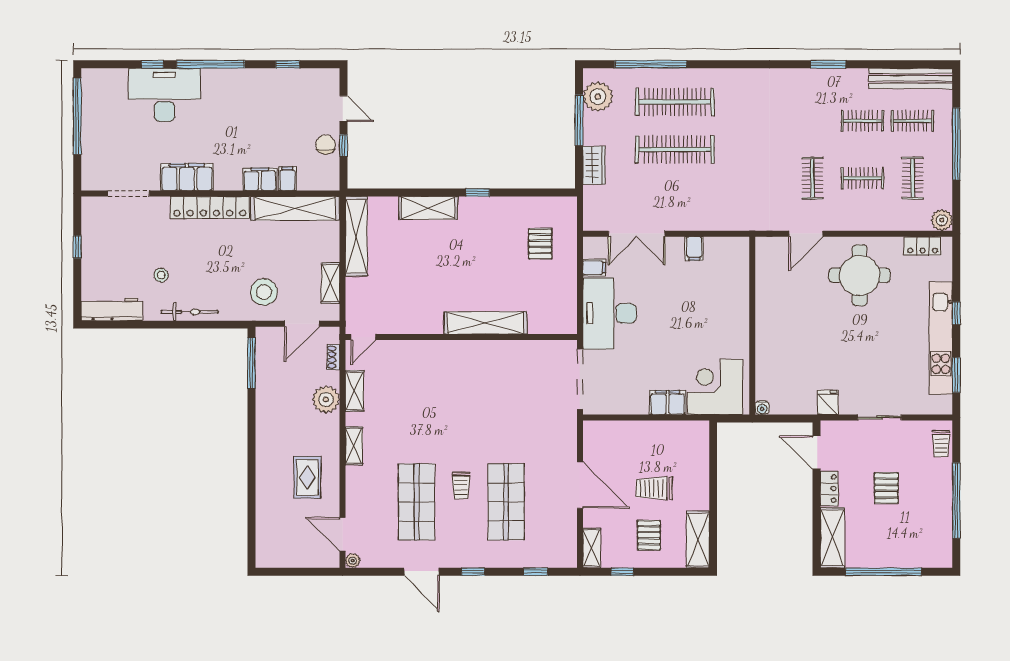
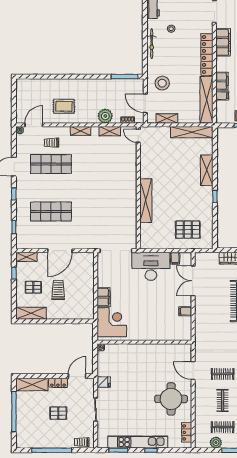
plant: (942, 220) -> (216, 443), moved
pallet: (540, 244) -> (188, 230), width x1.50, depth x1.42
trolley: (461, 485) -> (51, 143), moved

